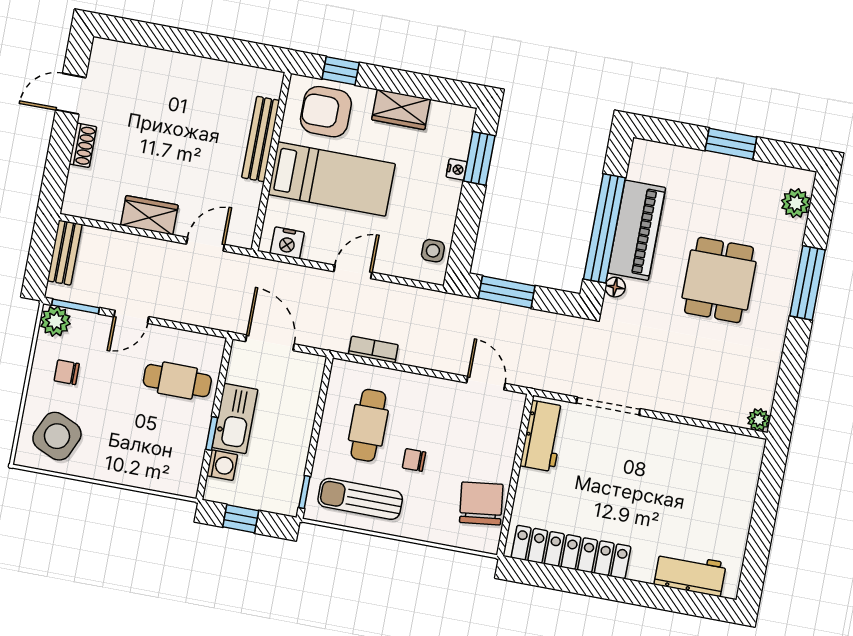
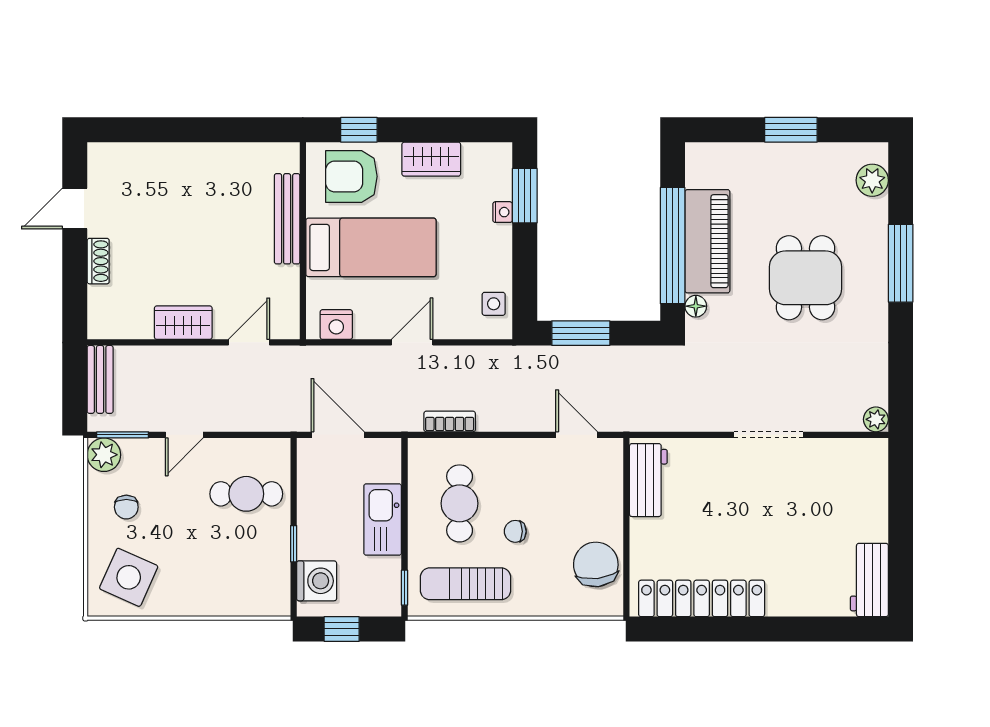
chair: (67, 372) -> (126, 507), turned -90
doorway: (608, 406) -> (768, 435), moved
kitchen sink: (235, 418) -> (383, 520), moved, turned 180
washing machine: (222, 465) -> (317, 581), width x1.38, depth x1.38
workbench: (690, 574) -> (869, 580), moved, turned -90

